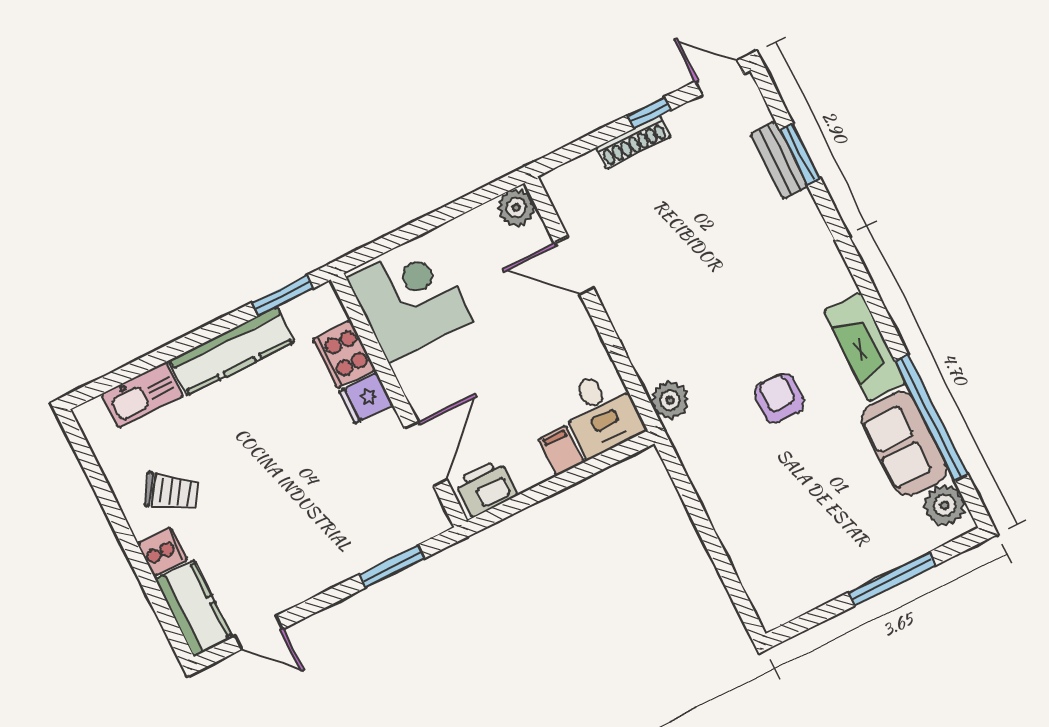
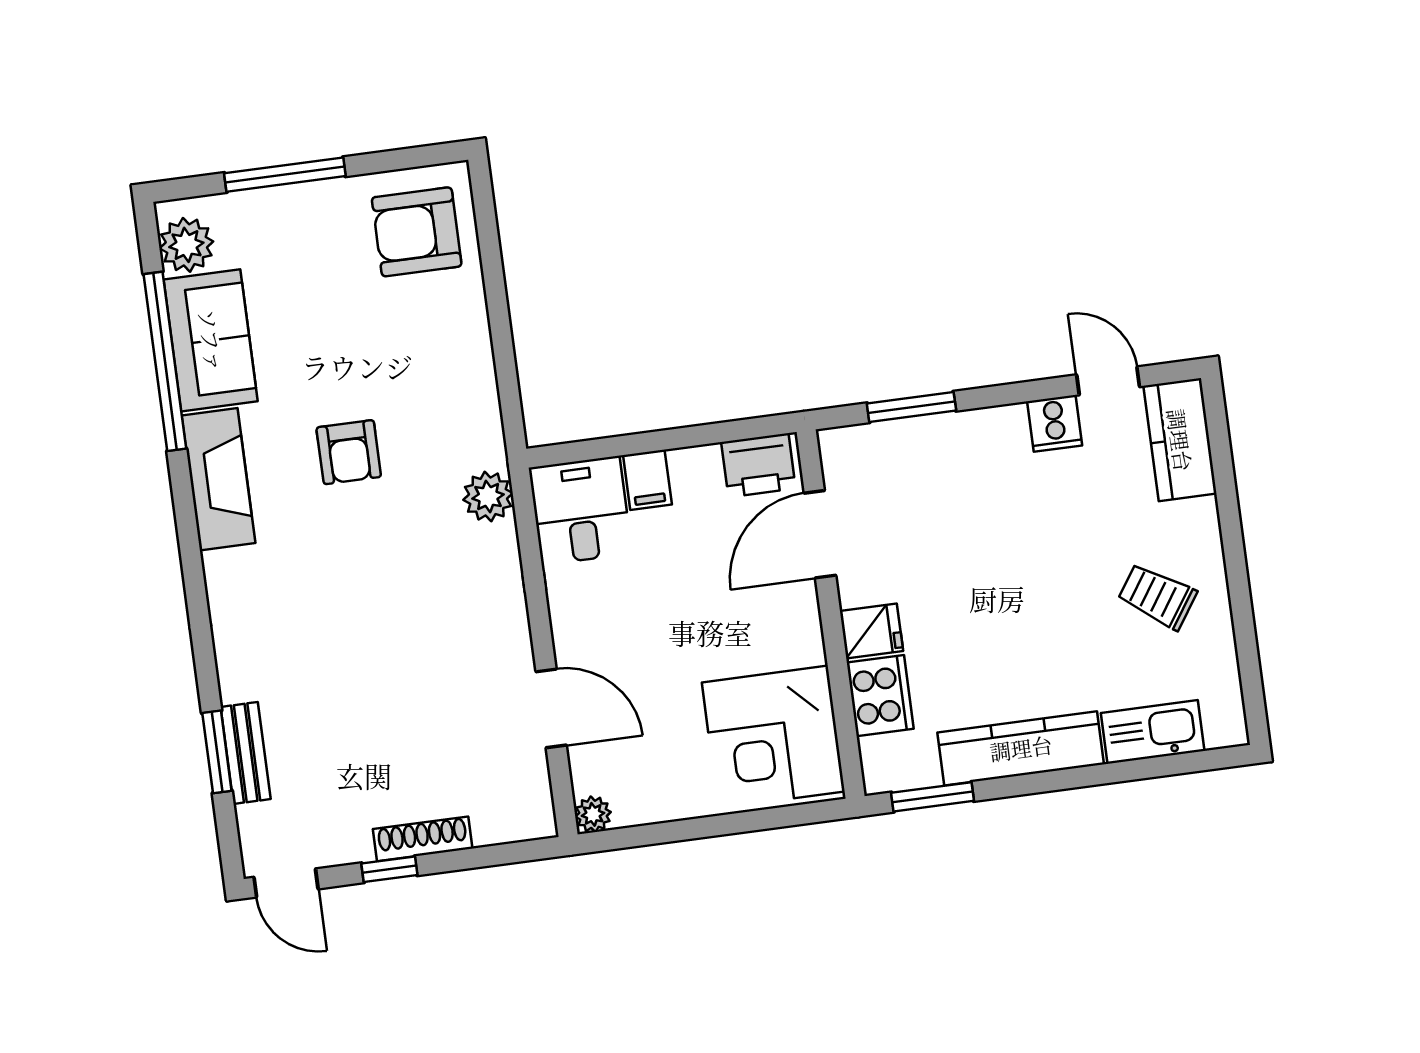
plant: (516, 208) -> (593, 814), width x0.73, depth x0.73
cooker: (163, 552) -> (1055, 423), moved, turned -90
armchair: (785, 570) -> (417, 232), added

